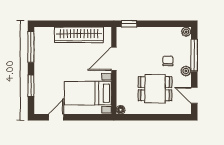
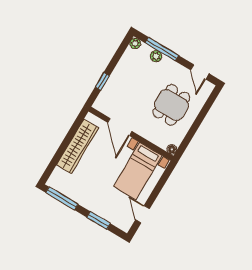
window: (129, 24) -> (102, 81), moved
chair: (168, 61) -> (152, 77), removed
plant: (186, 71) -> (156, 56), moved
door: (194, 95) -> (200, 72), hinge flipped

